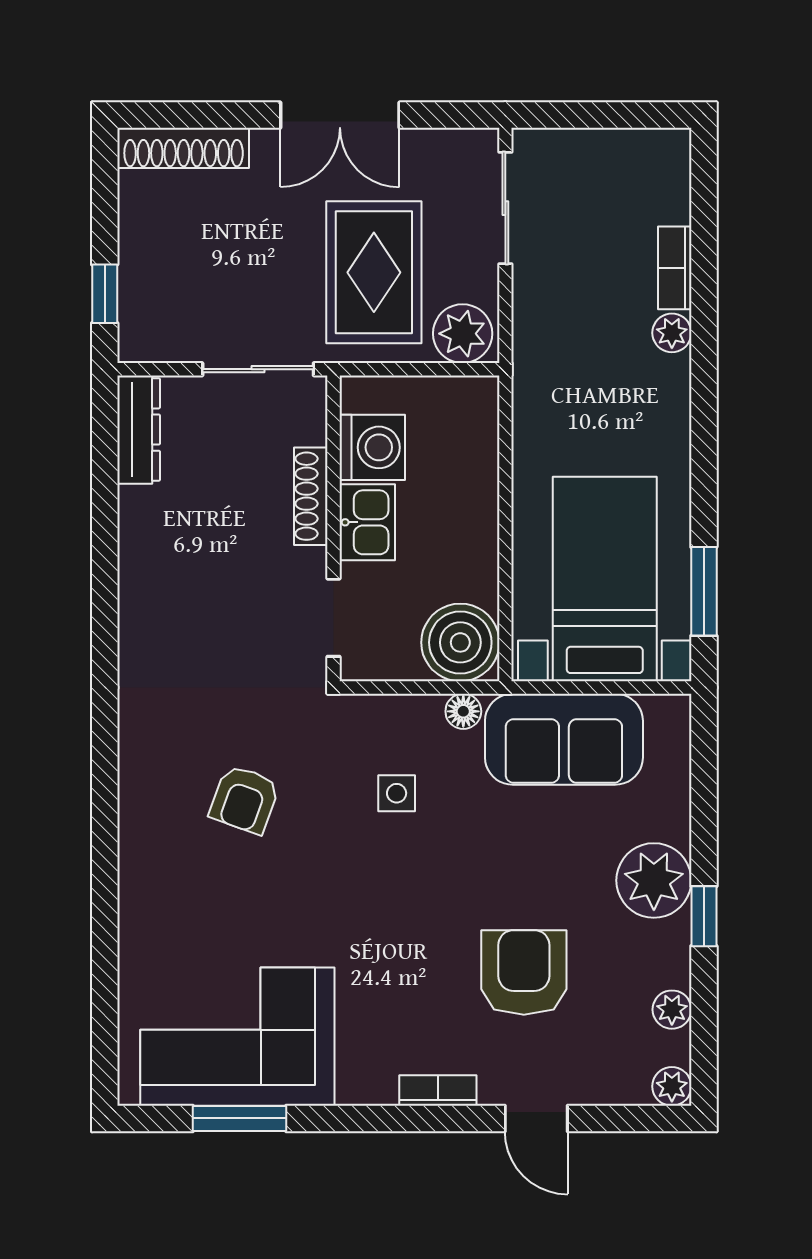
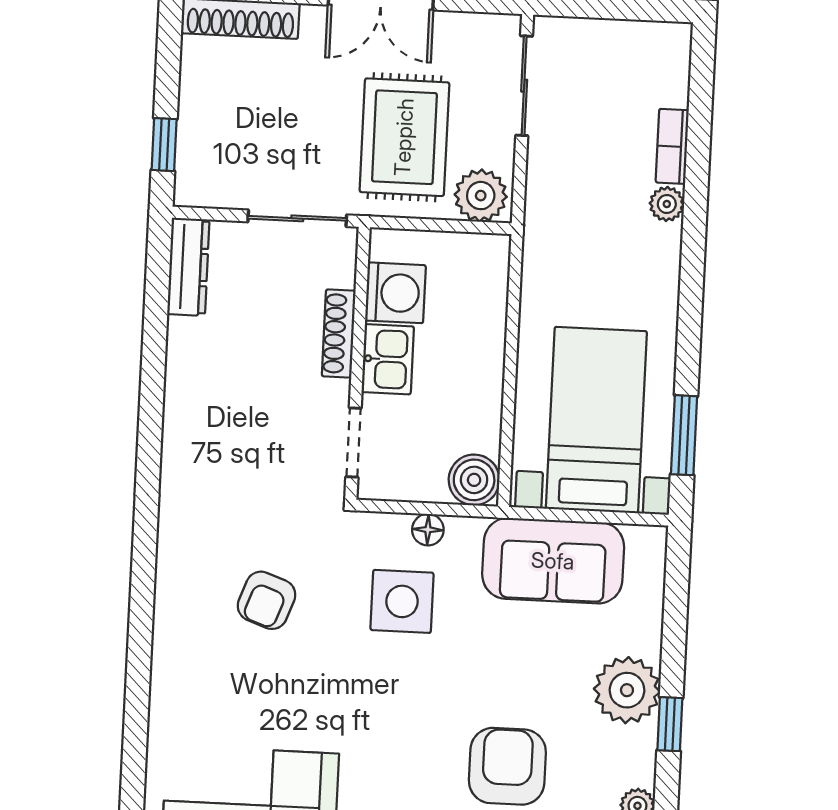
boiler: (460, 642) -> (474, 480), width x0.73, depth x0.73
floor lamp: (463, 711) -> (428, 530), moved
side table: (397, 793) -> (402, 601), width x1.87, depth x1.87

